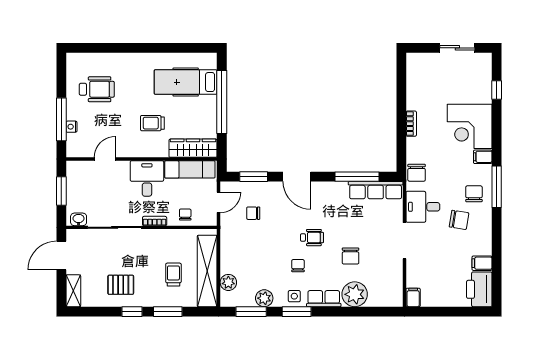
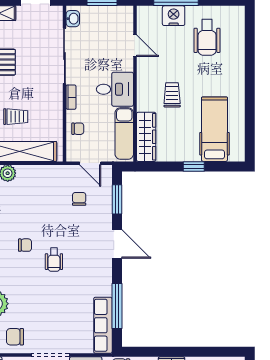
window: (222, 102) -> (194, 166), width x0.32
nightstand: (71, 127) -> (174, 16), width x1.89, depth x1.79
door: (297, 177) -> (117, 244), swing flipped
chair: (351, 256) -> (15, 337), moved

